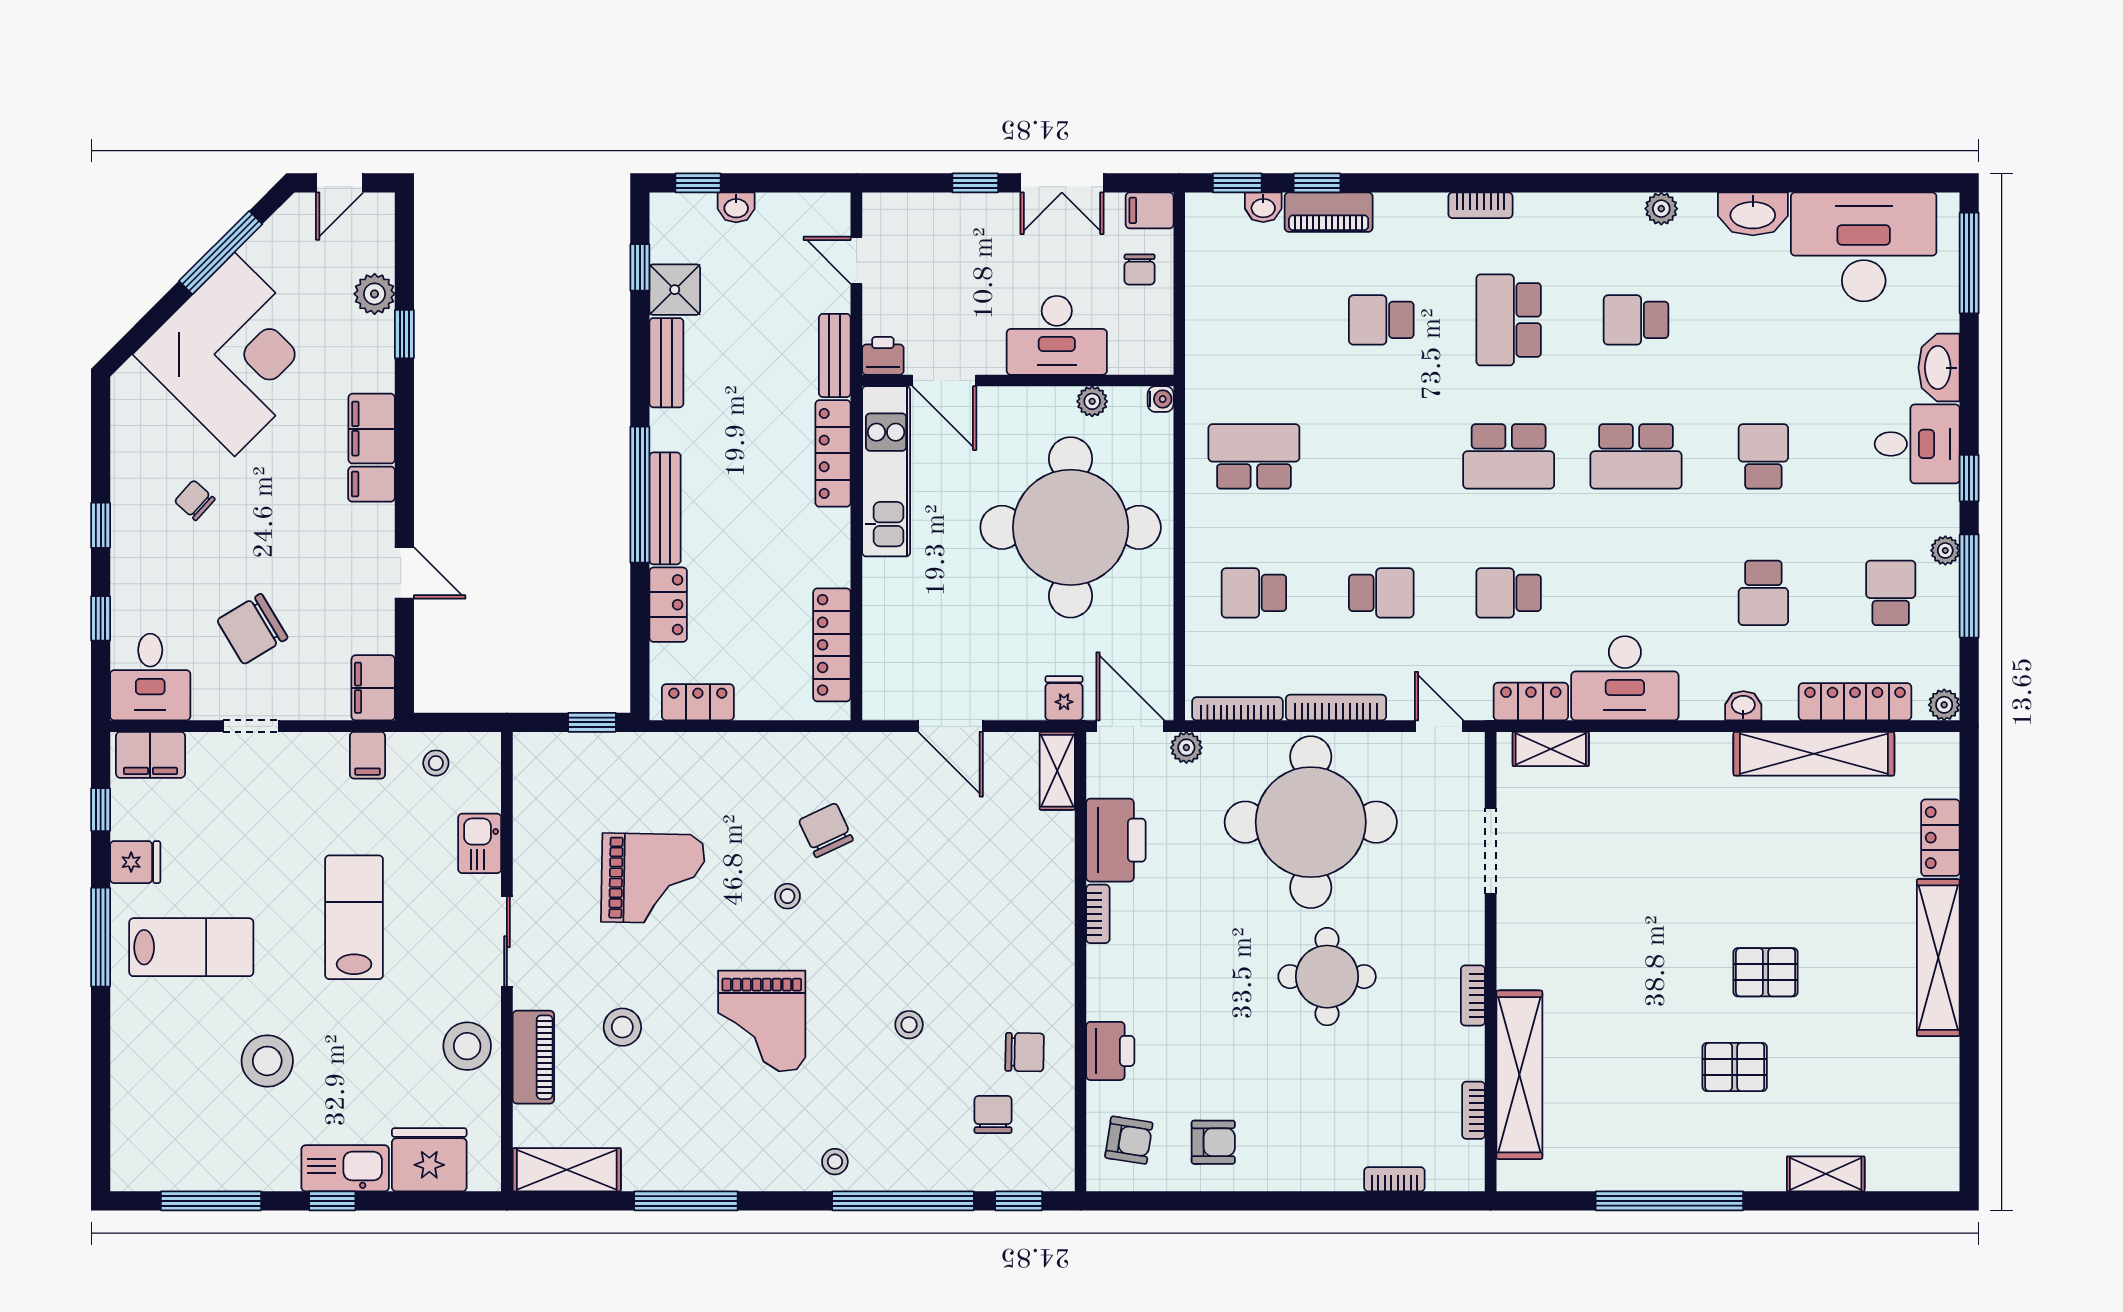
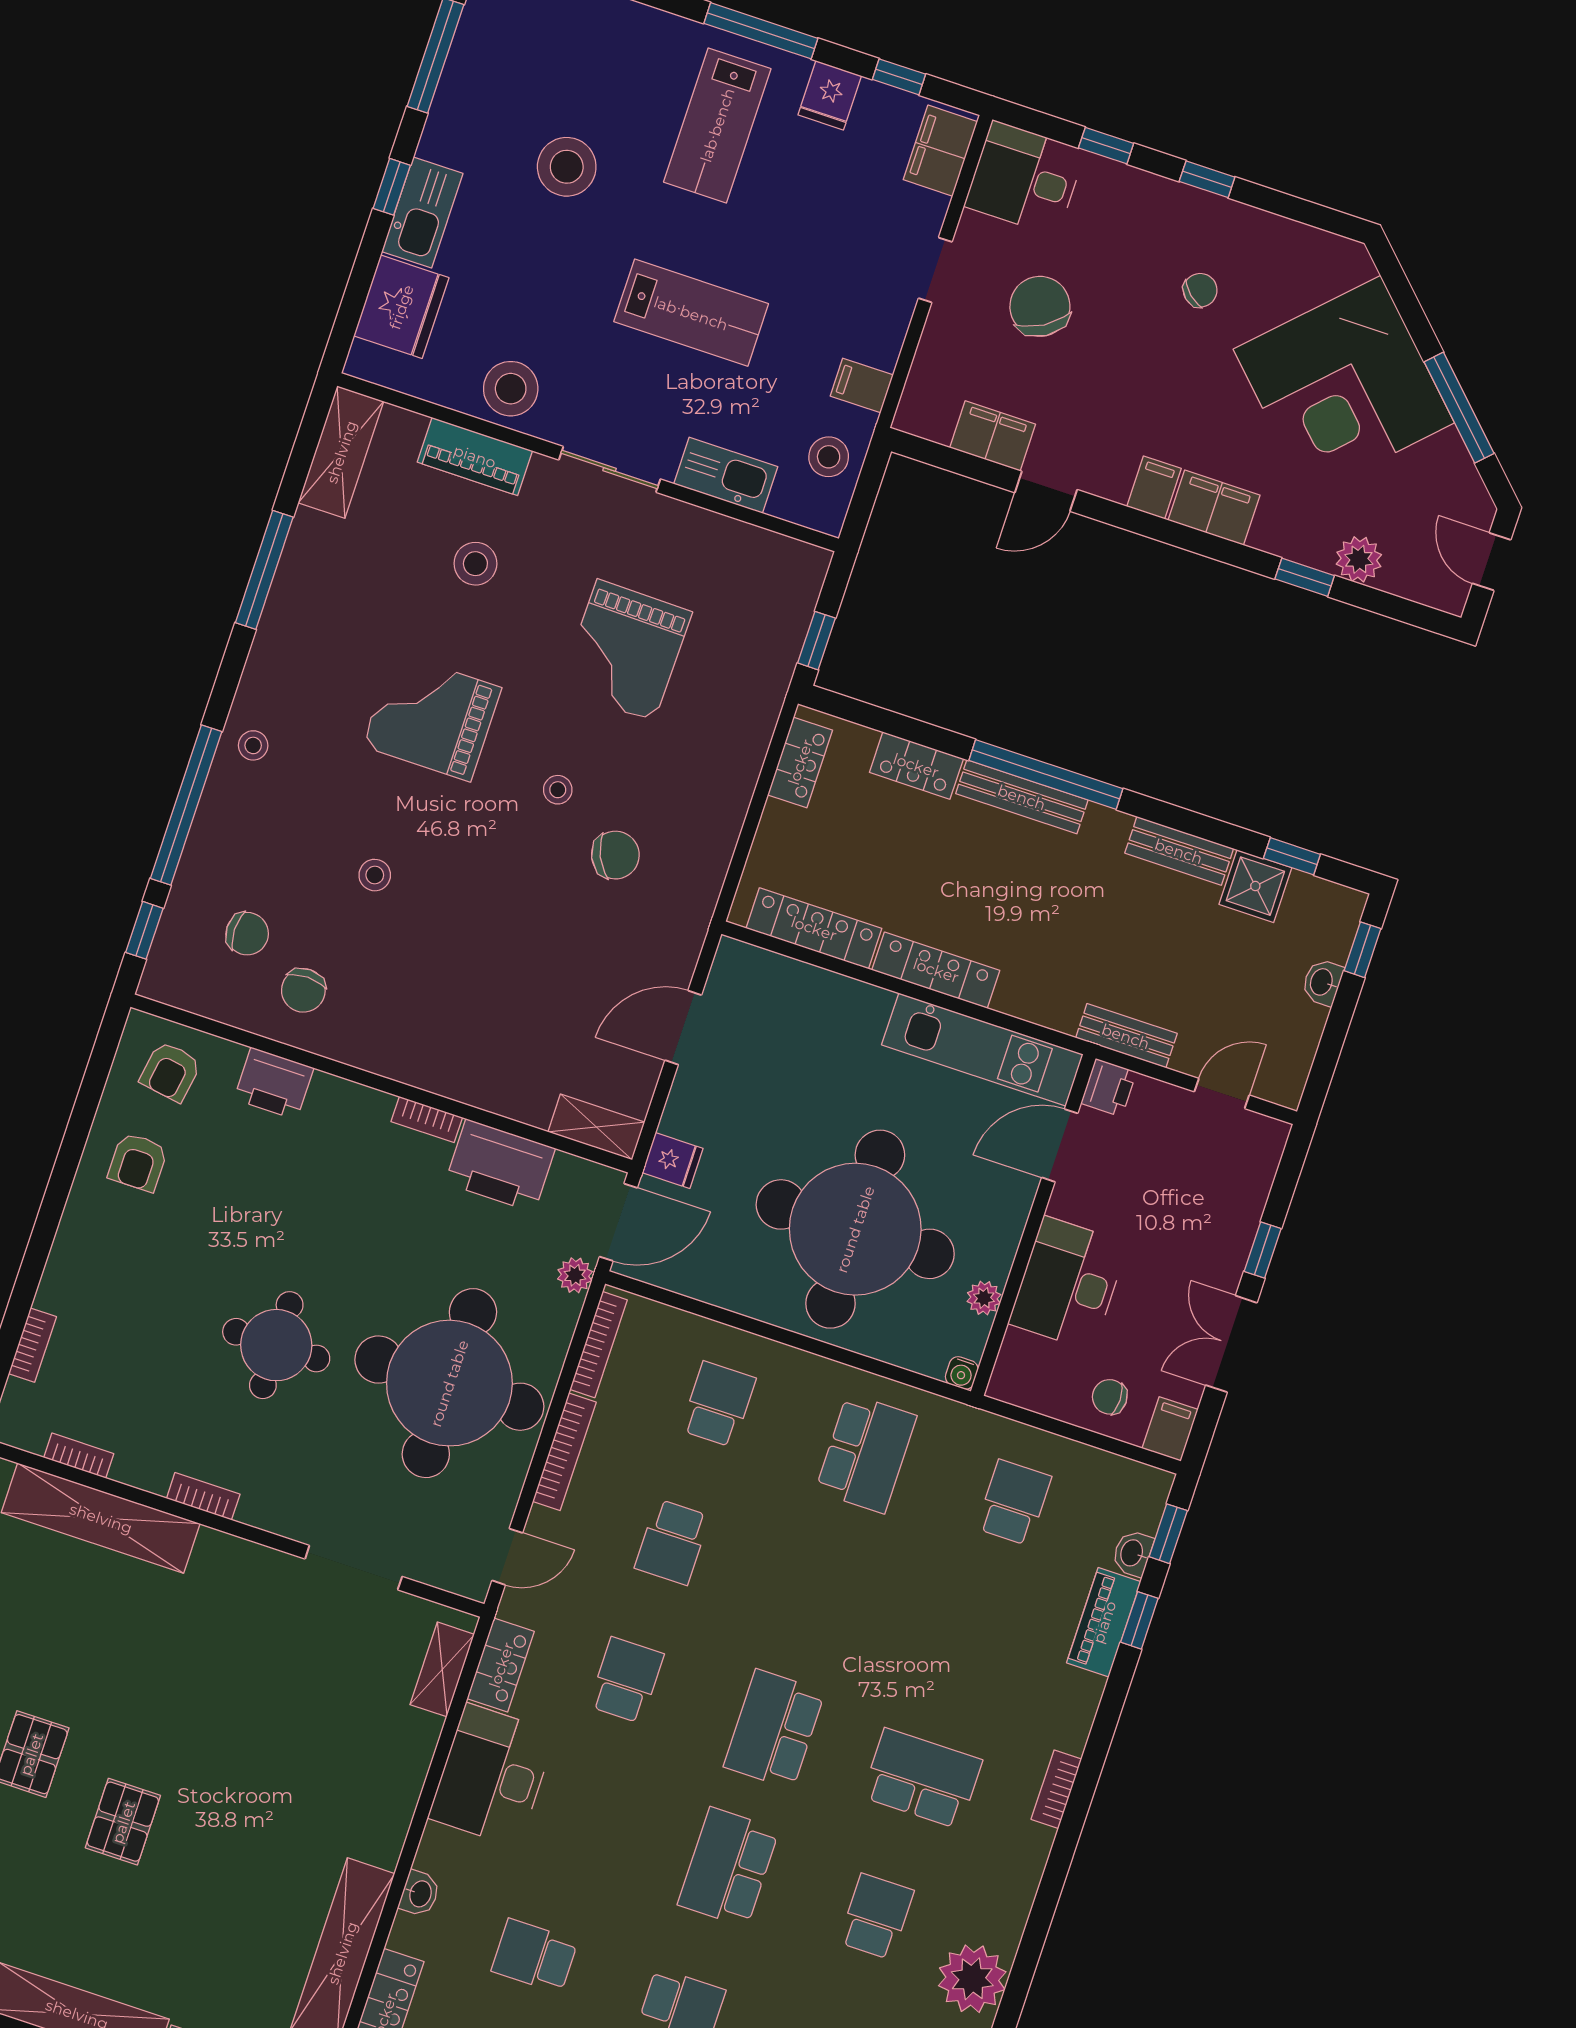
plant: (1661, 209) -> (972, 1979), width x1.88, depth x1.88
school desk: (1381, 320) -> (1014, 1503), moved
locker: (833, 453) -> (936, 970), moved
filing cabinet: (373, 688) -> (993, 436), moved
stool: (436, 763) -> (829, 457), width x1.37, depth x1.37
kitchen sink: (480, 843) -> (726, 475), width x1.38

